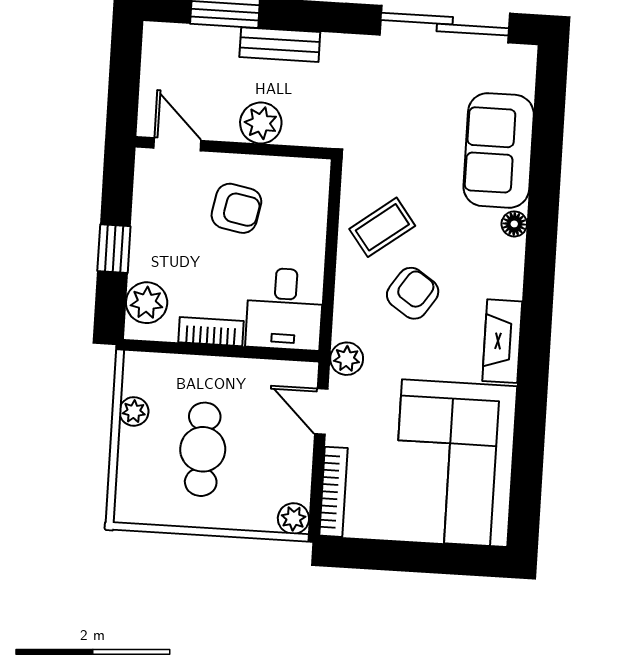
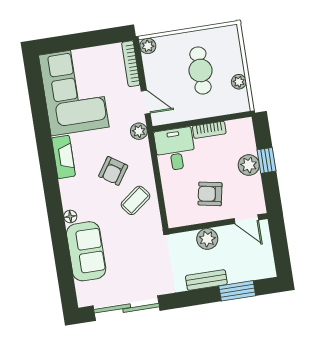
plant: (147, 303) -> (249, 165), moved

